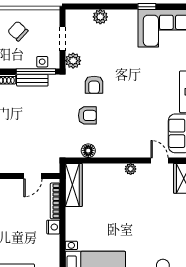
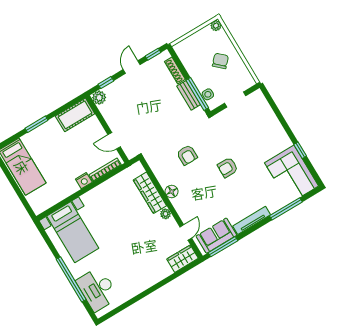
plant: (100, 17) -> (270, 119), removed
plant: (73, 61) -> (223, 118), removed
armchair: (94, 85) -> (228, 167), moved
floor lamp: (88, 151) -> (172, 192), moved
wardrobe: (74, 185) -> (150, 193), moved, turned 90

